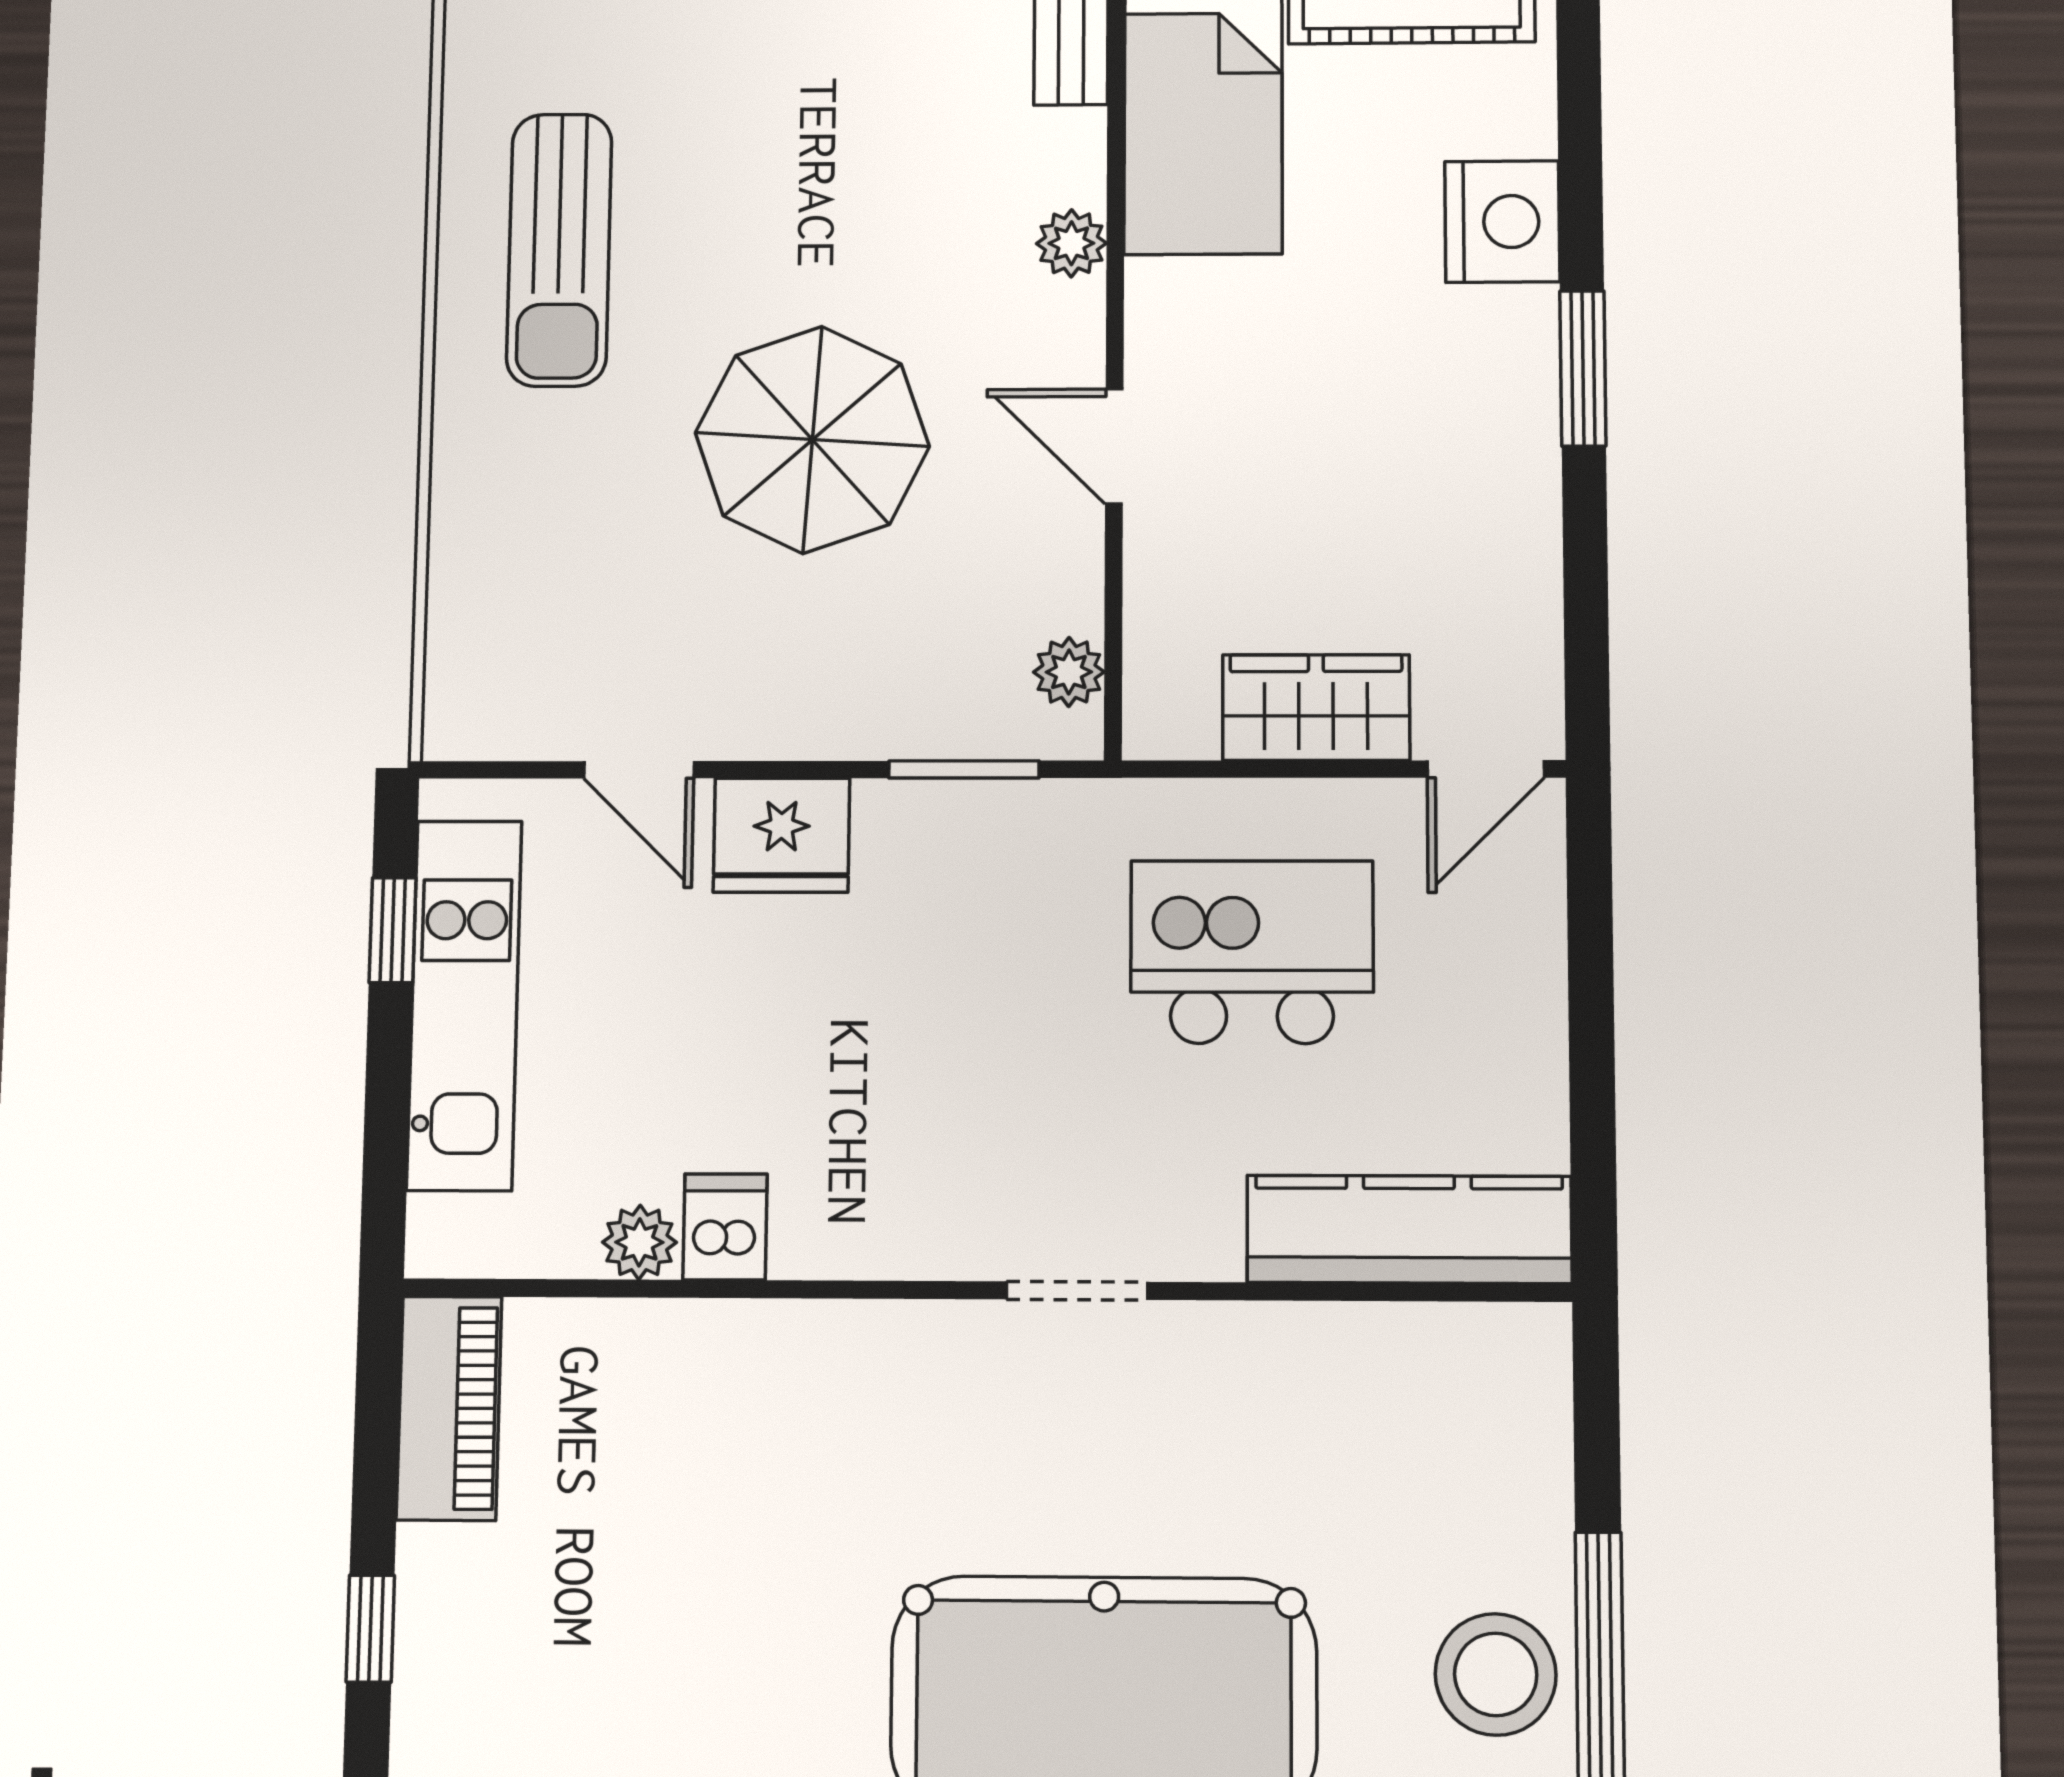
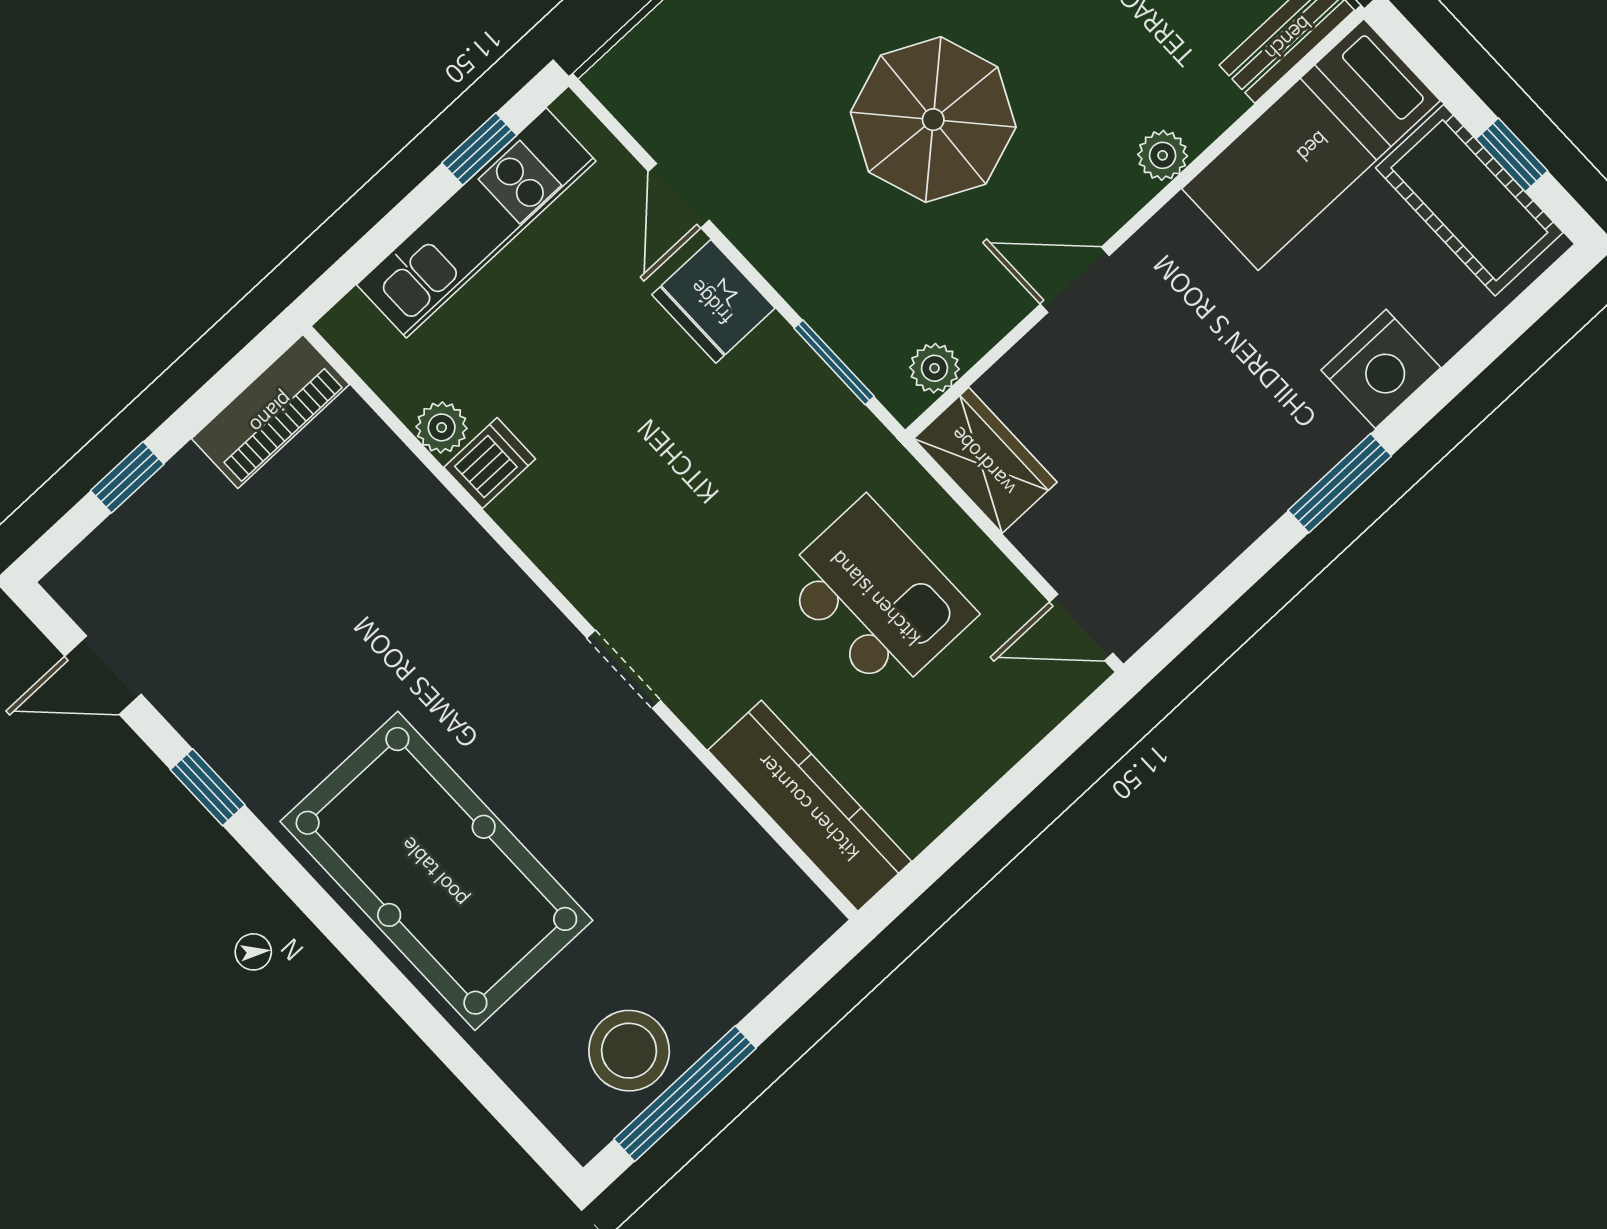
door: (1114, 446) -> (1075, 280), hinge flipped
wardrobe: (1316, 708) -> (985, 460), moved

